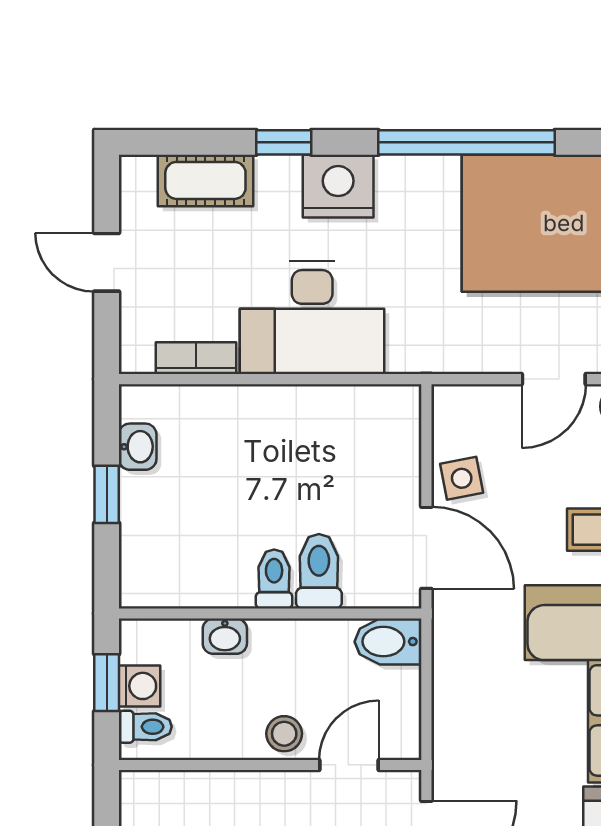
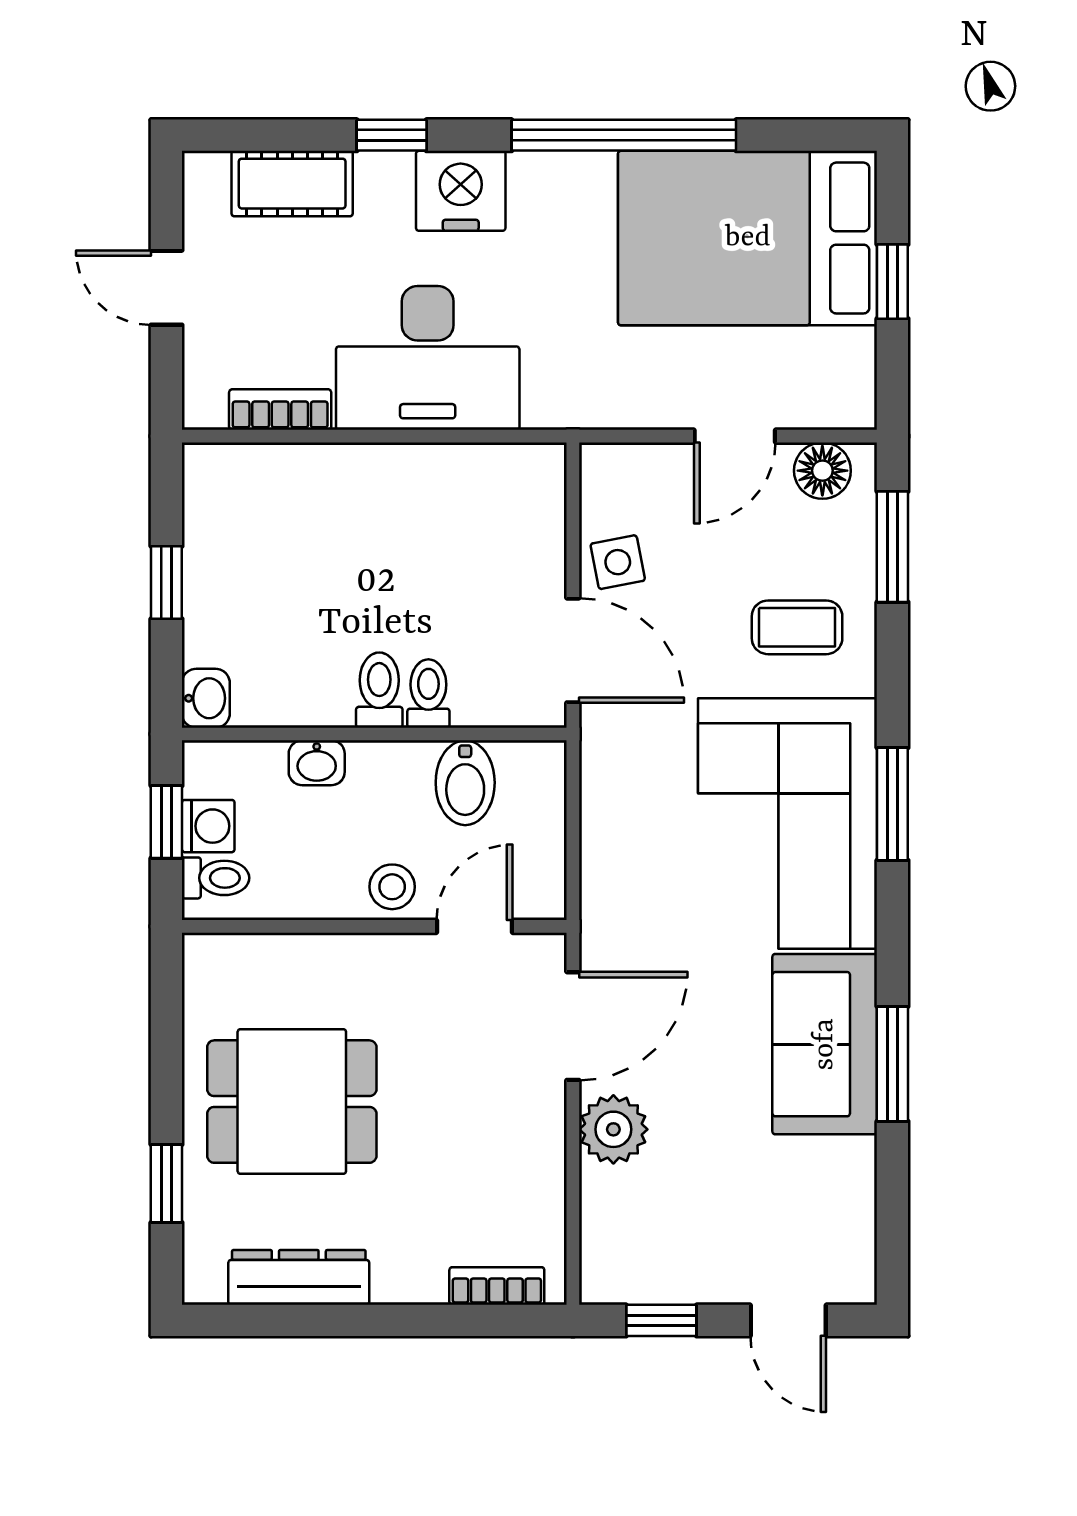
washbasin: (138, 447) -> (206, 698), moved
toilet: (319, 571) -> (428, 693), width x0.73, depth x0.72
bidet: (388, 642) -> (465, 783), moved, turned -90

